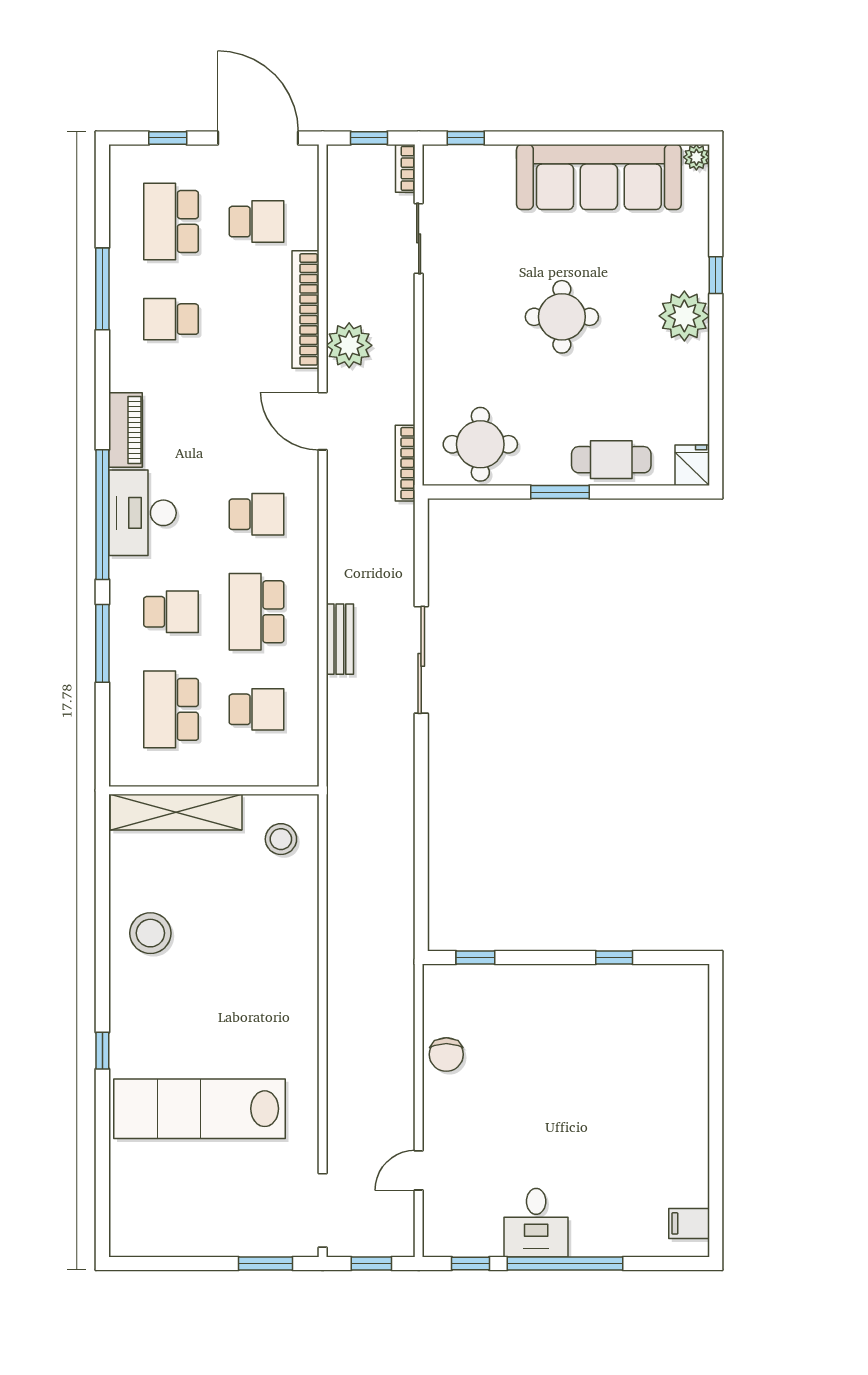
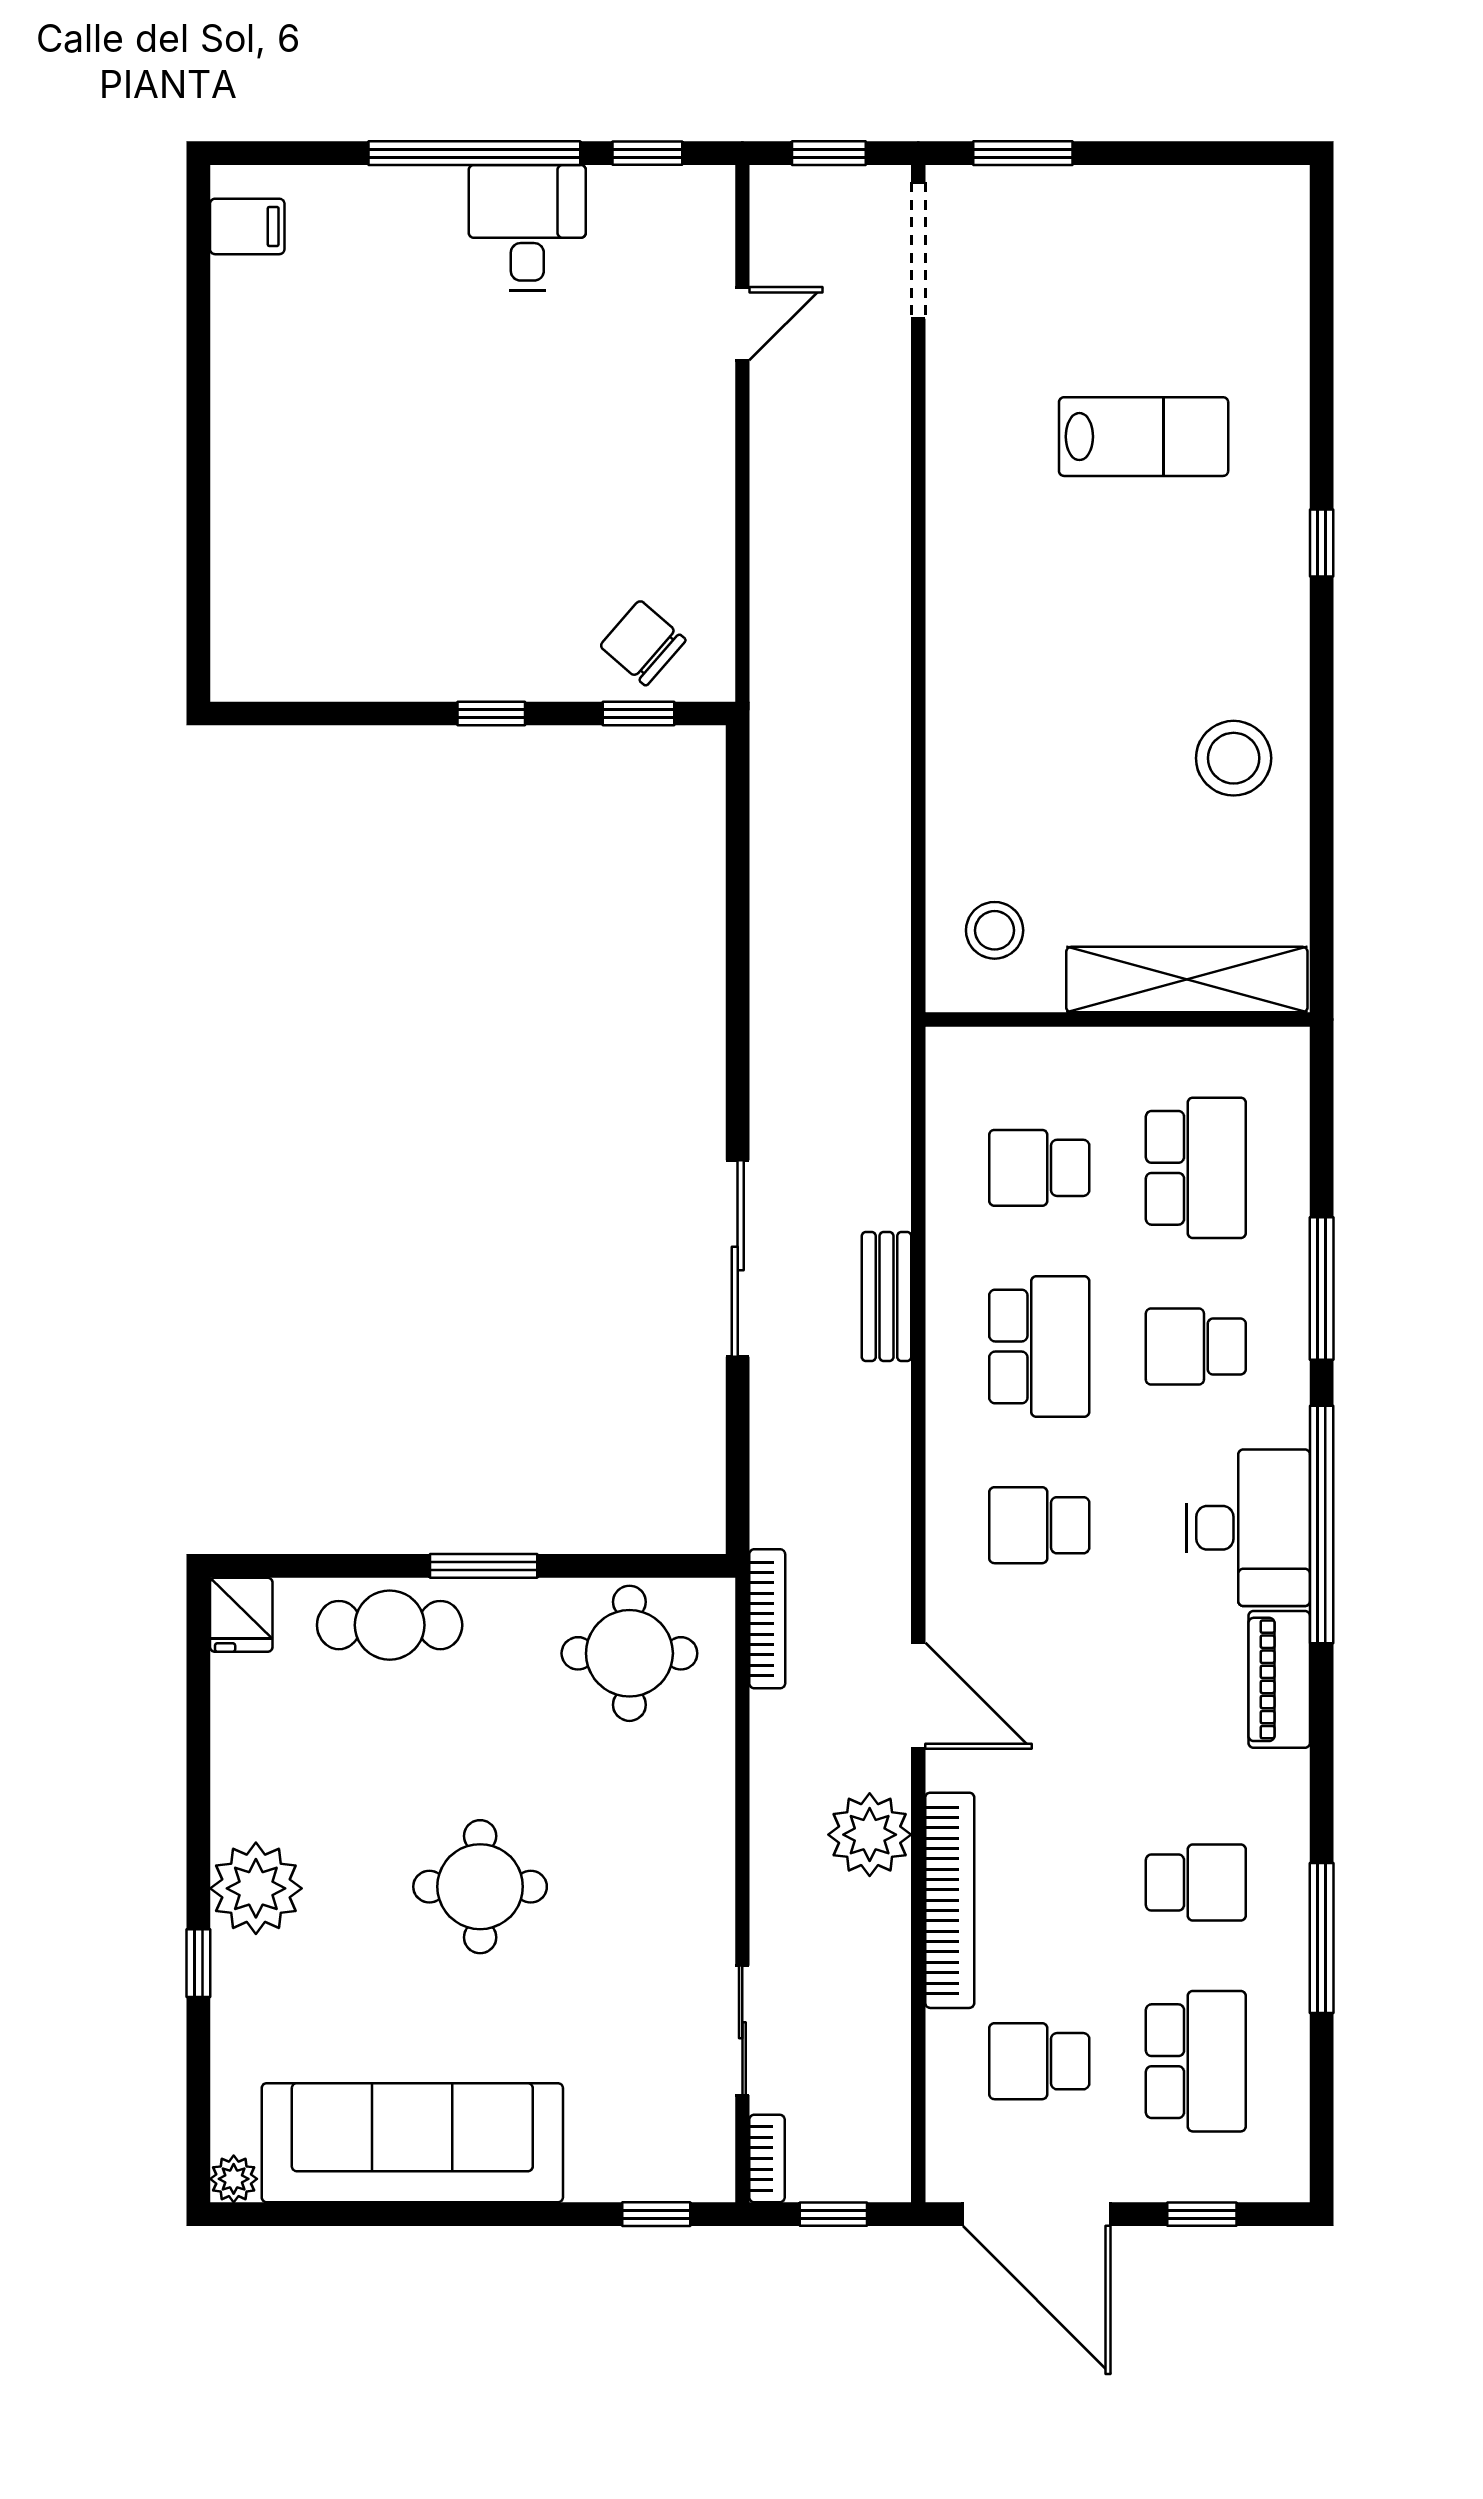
window: (614, 957) -> (491, 714), moved
chair: (446, 1054) -> (643, 643), moved, turned -49
lab bench: (200, 1109) -> (1144, 437), width x0.54, depth x0.72

